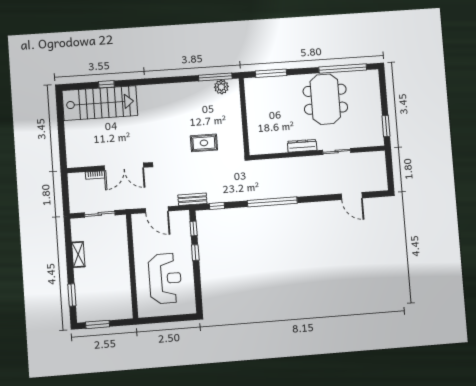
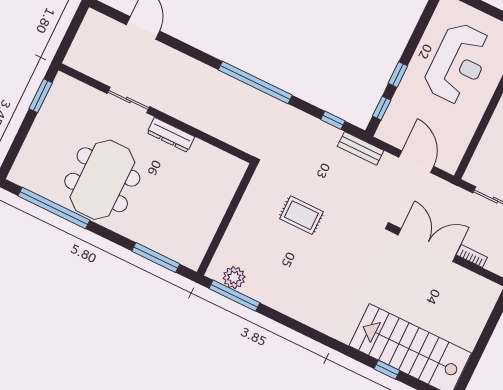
reception desk: (165, 278) -> (458, 64), turned 180

